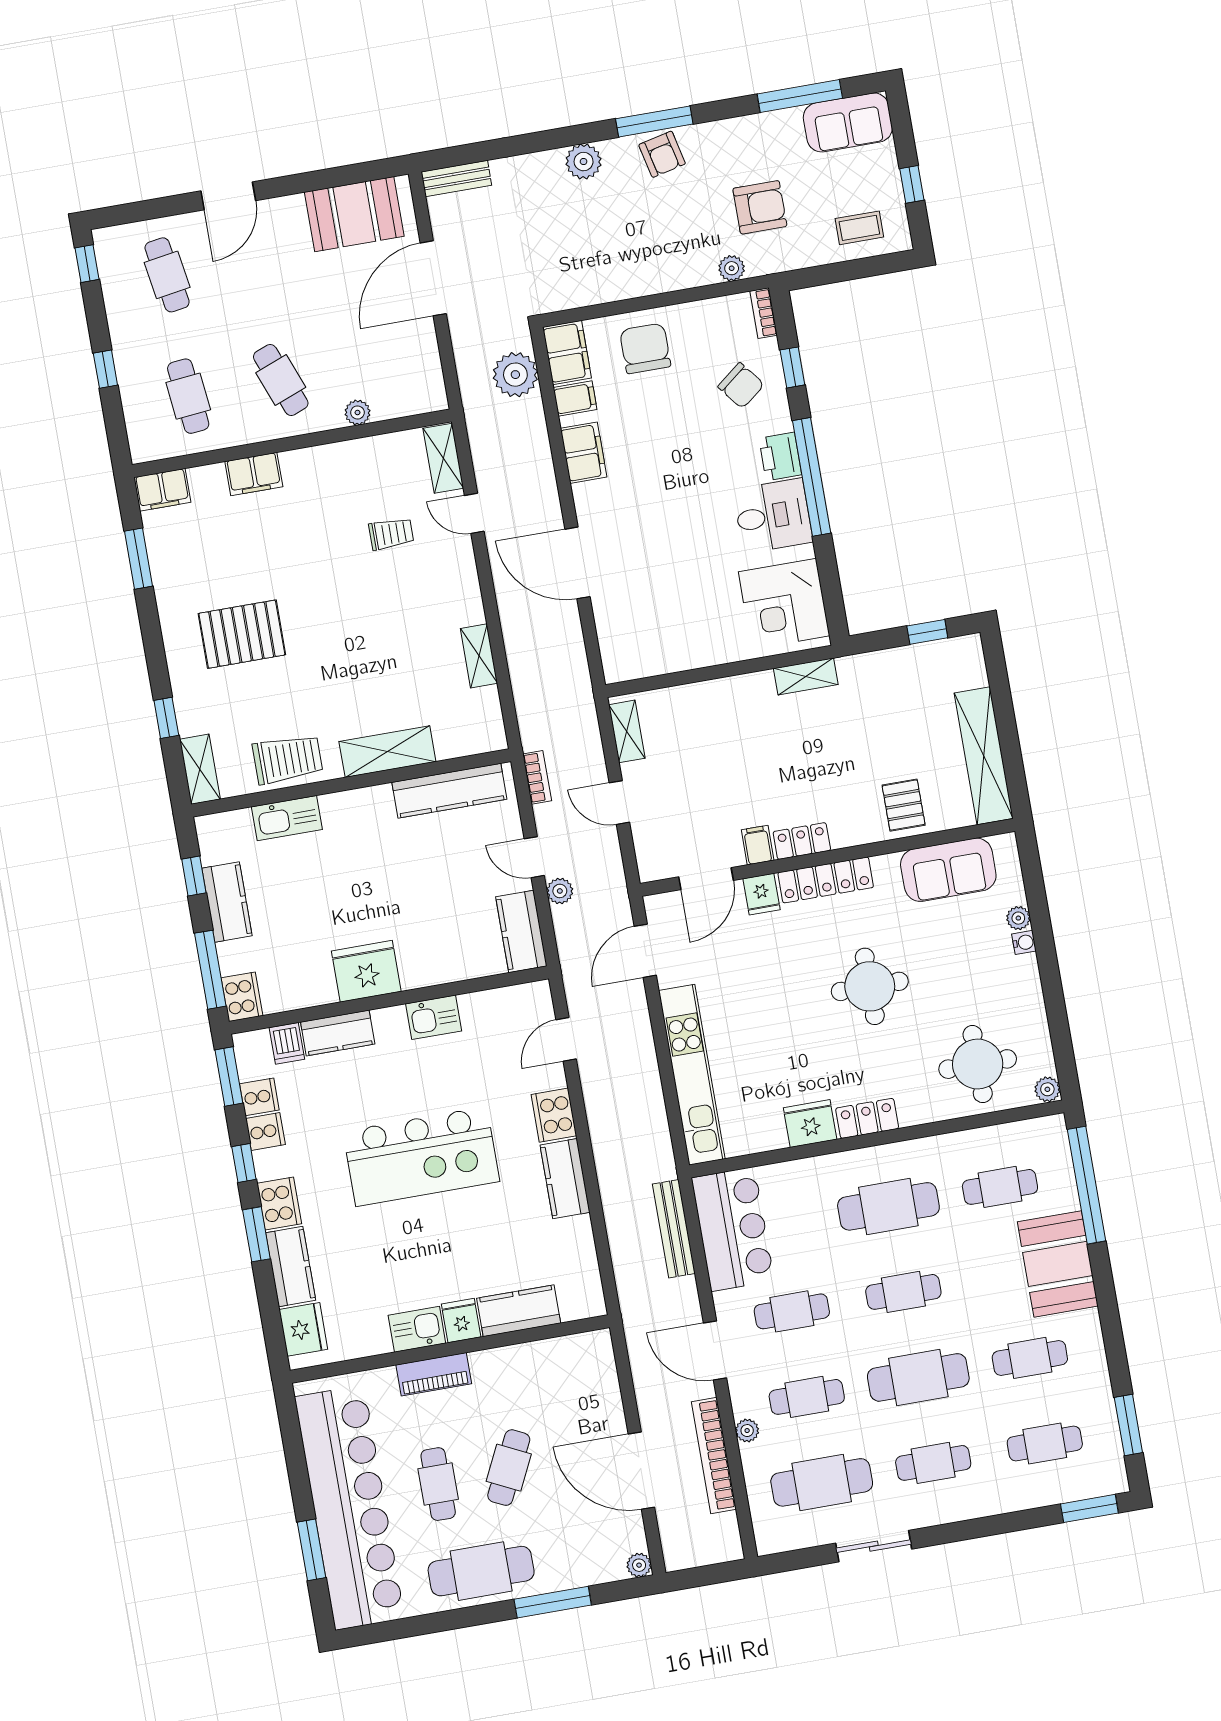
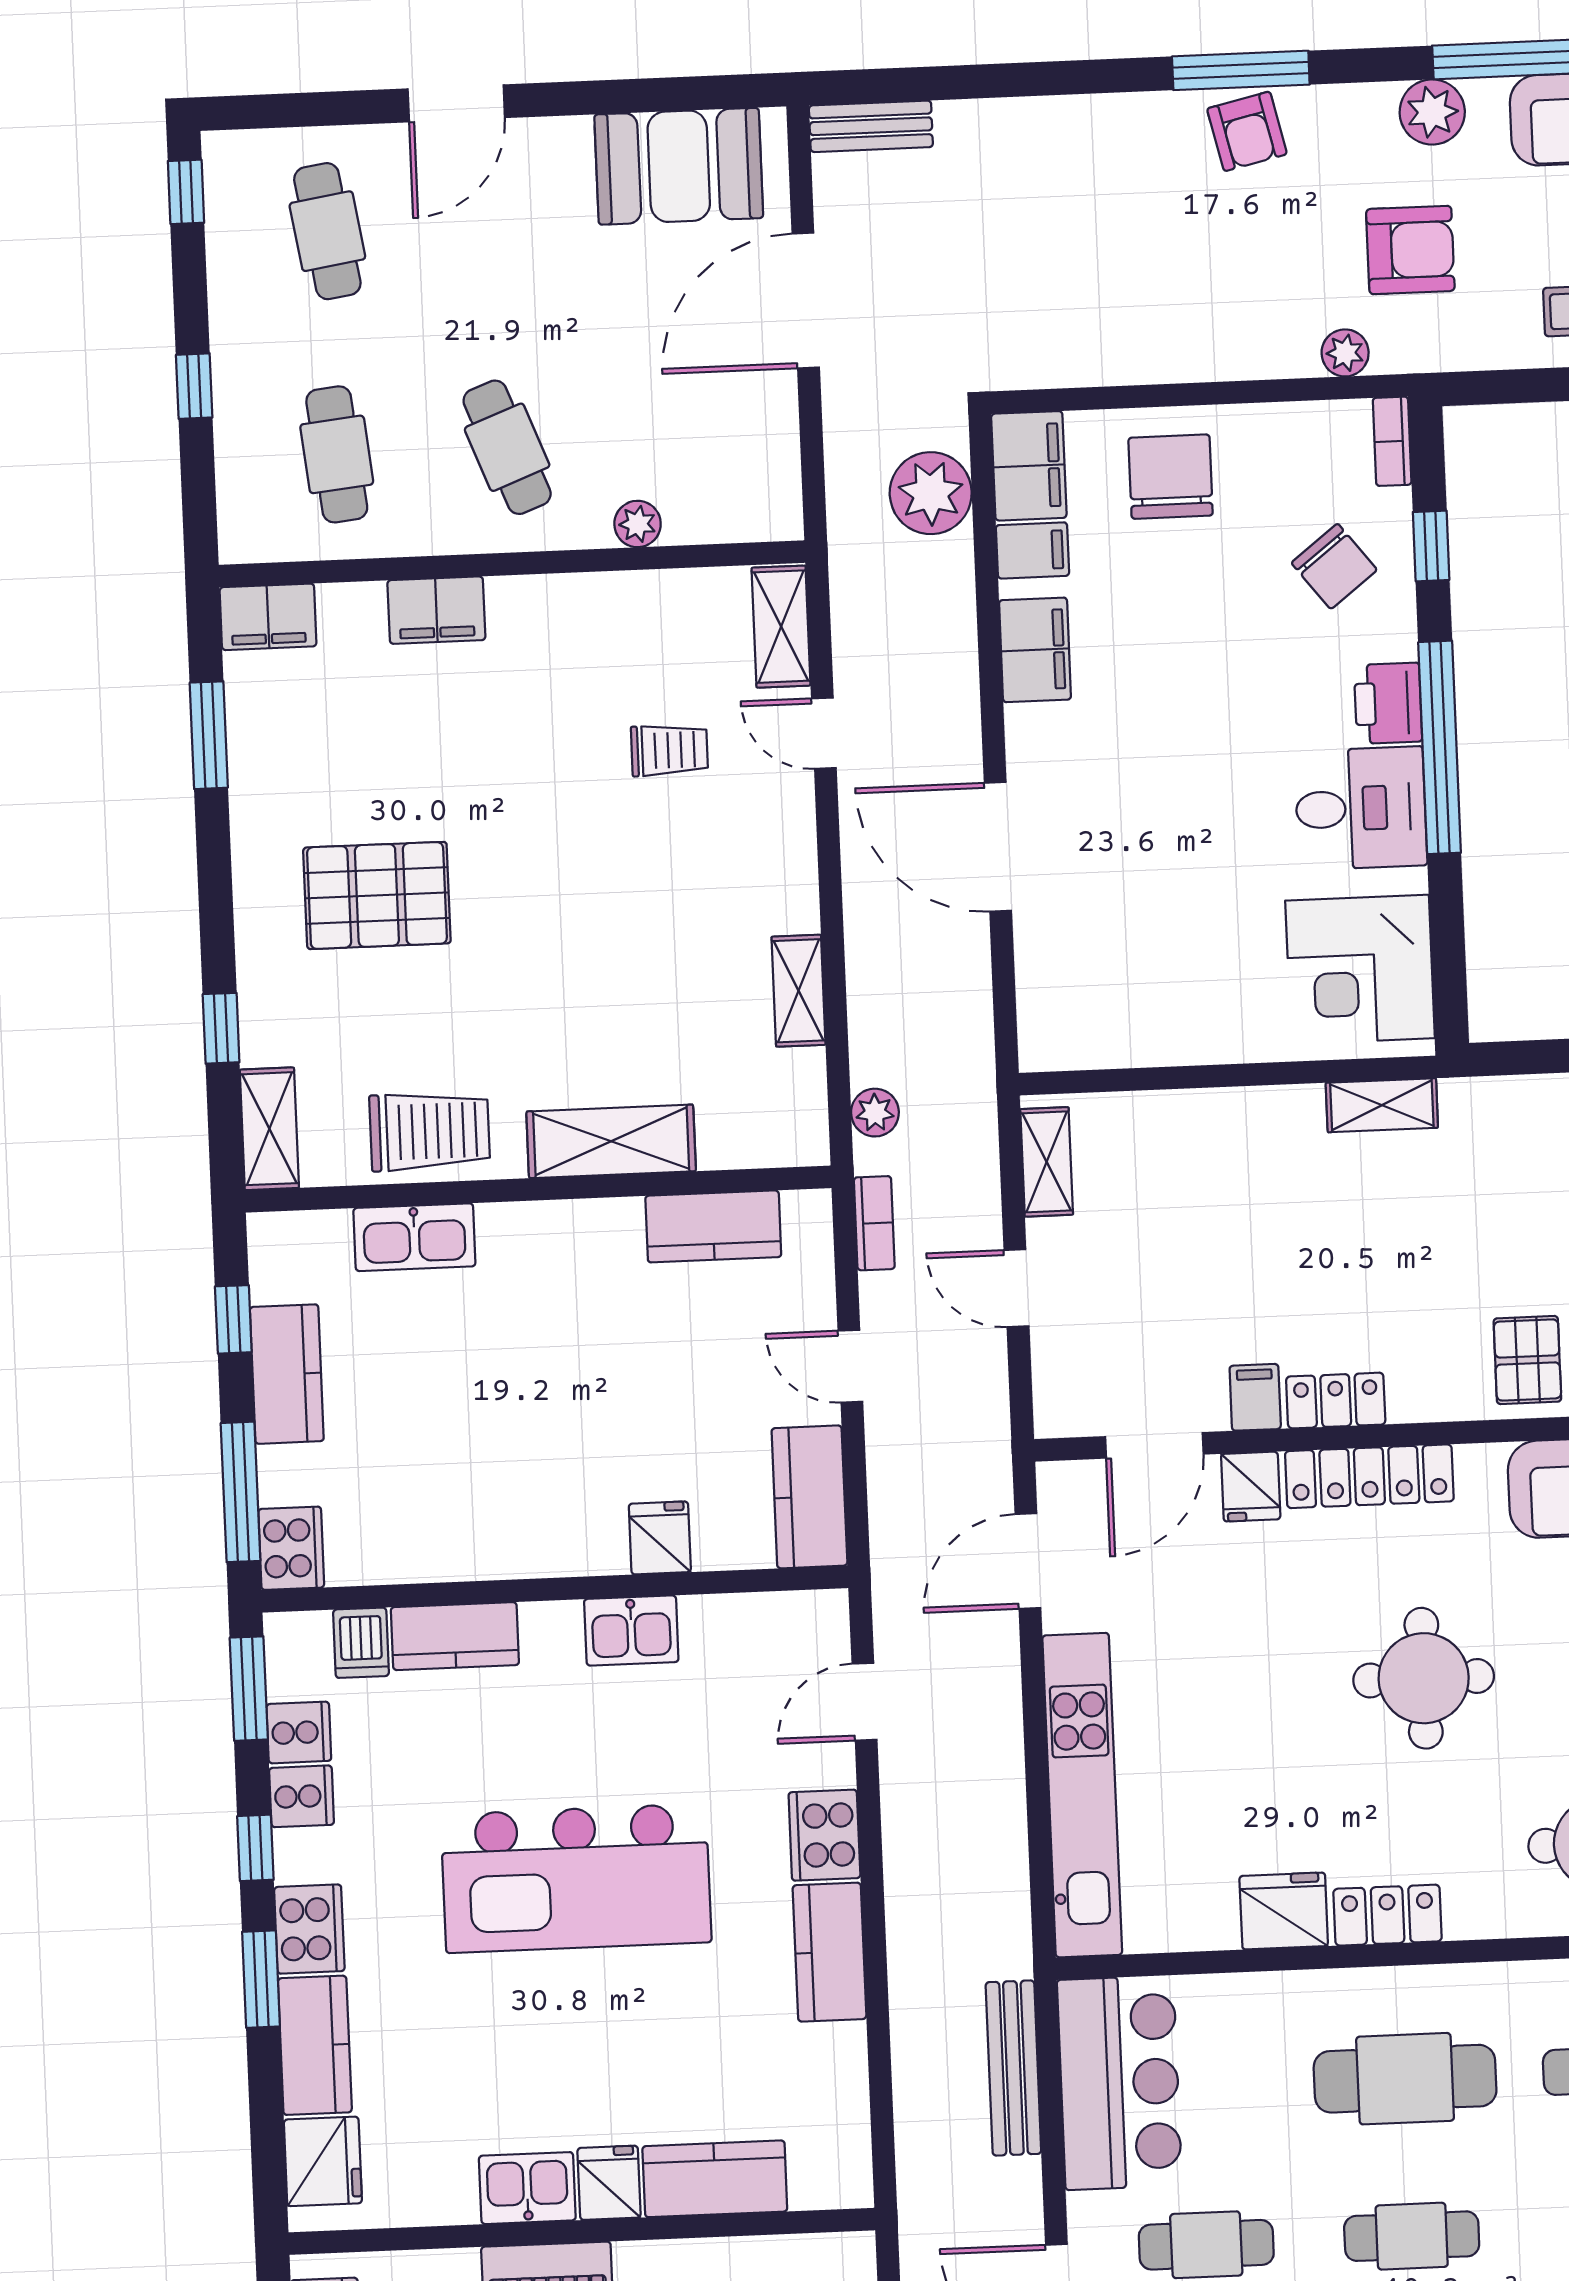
plant: (584, 162) -> (1432, 112), moved
kitchen counter: (449, 791) -> (713, 1226), width x0.67
plant: (560, 891) -> (875, 1113), moved
fridge: (366, 971) -> (660, 1538), moved, width x0.53, depth x0.75

